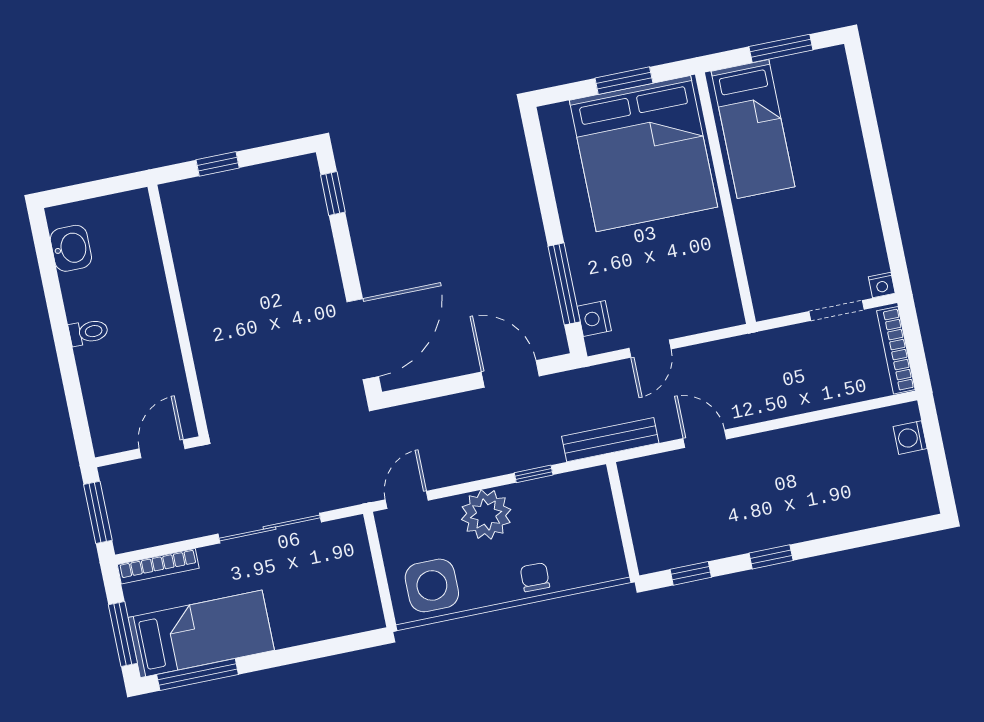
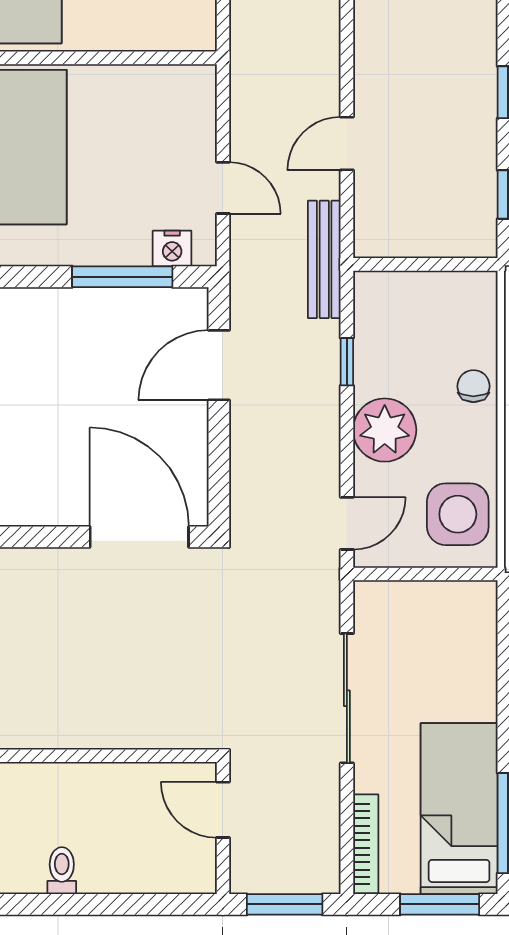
door: (407, 500) -> (347, 523), swing flipped
chair: (535, 577) -> (473, 386), turned 89

